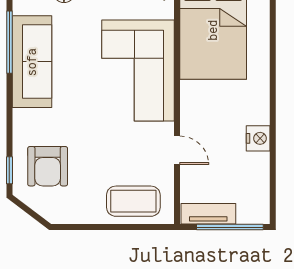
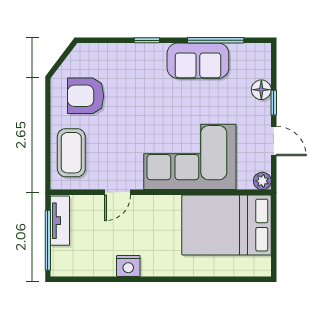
sofa: (32, 62) -> (198, 61), width x0.73
armchair: (48, 166) -> (86, 96), moved
window: (9, 170) -> (147, 40), moved

